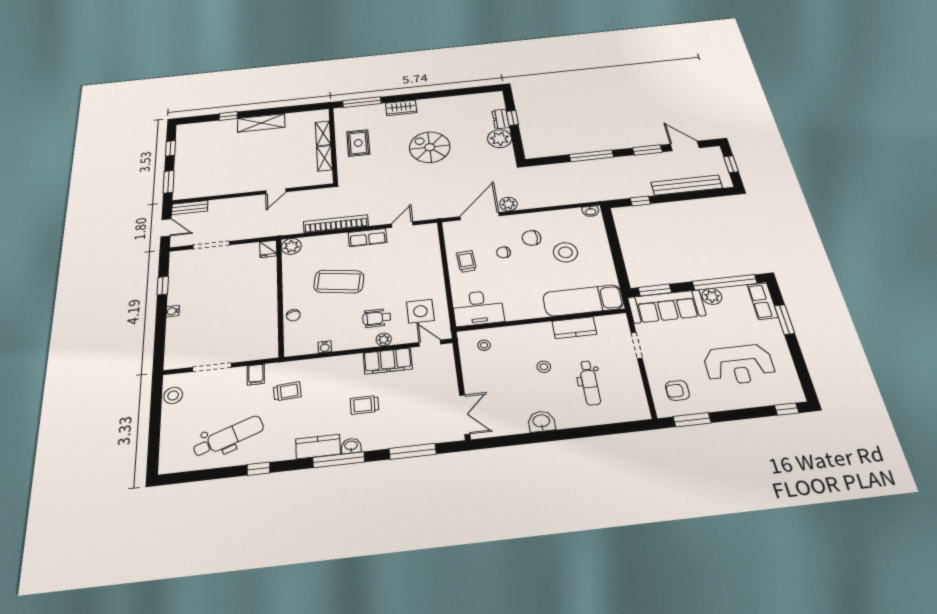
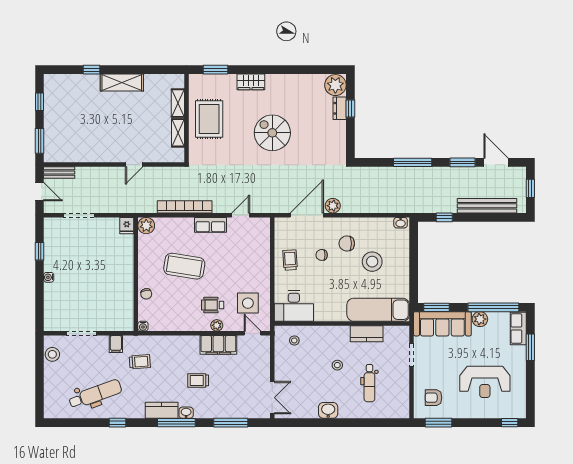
window: (362, 102) -> (215, 70), width x0.69
plant: (500, 139) -> (335, 85), moved
rug: (358, 143) -> (209, 119), width x1.36, depth x1.43
water cooler: (325, 347) -> (143, 326), moved

